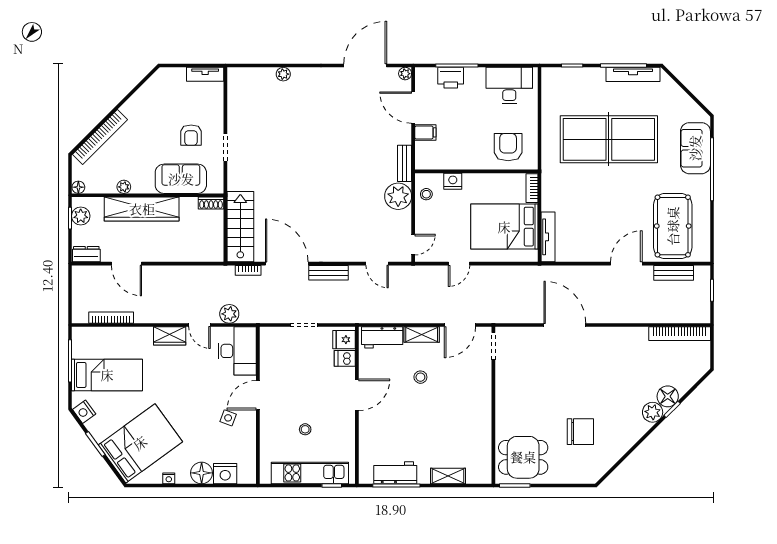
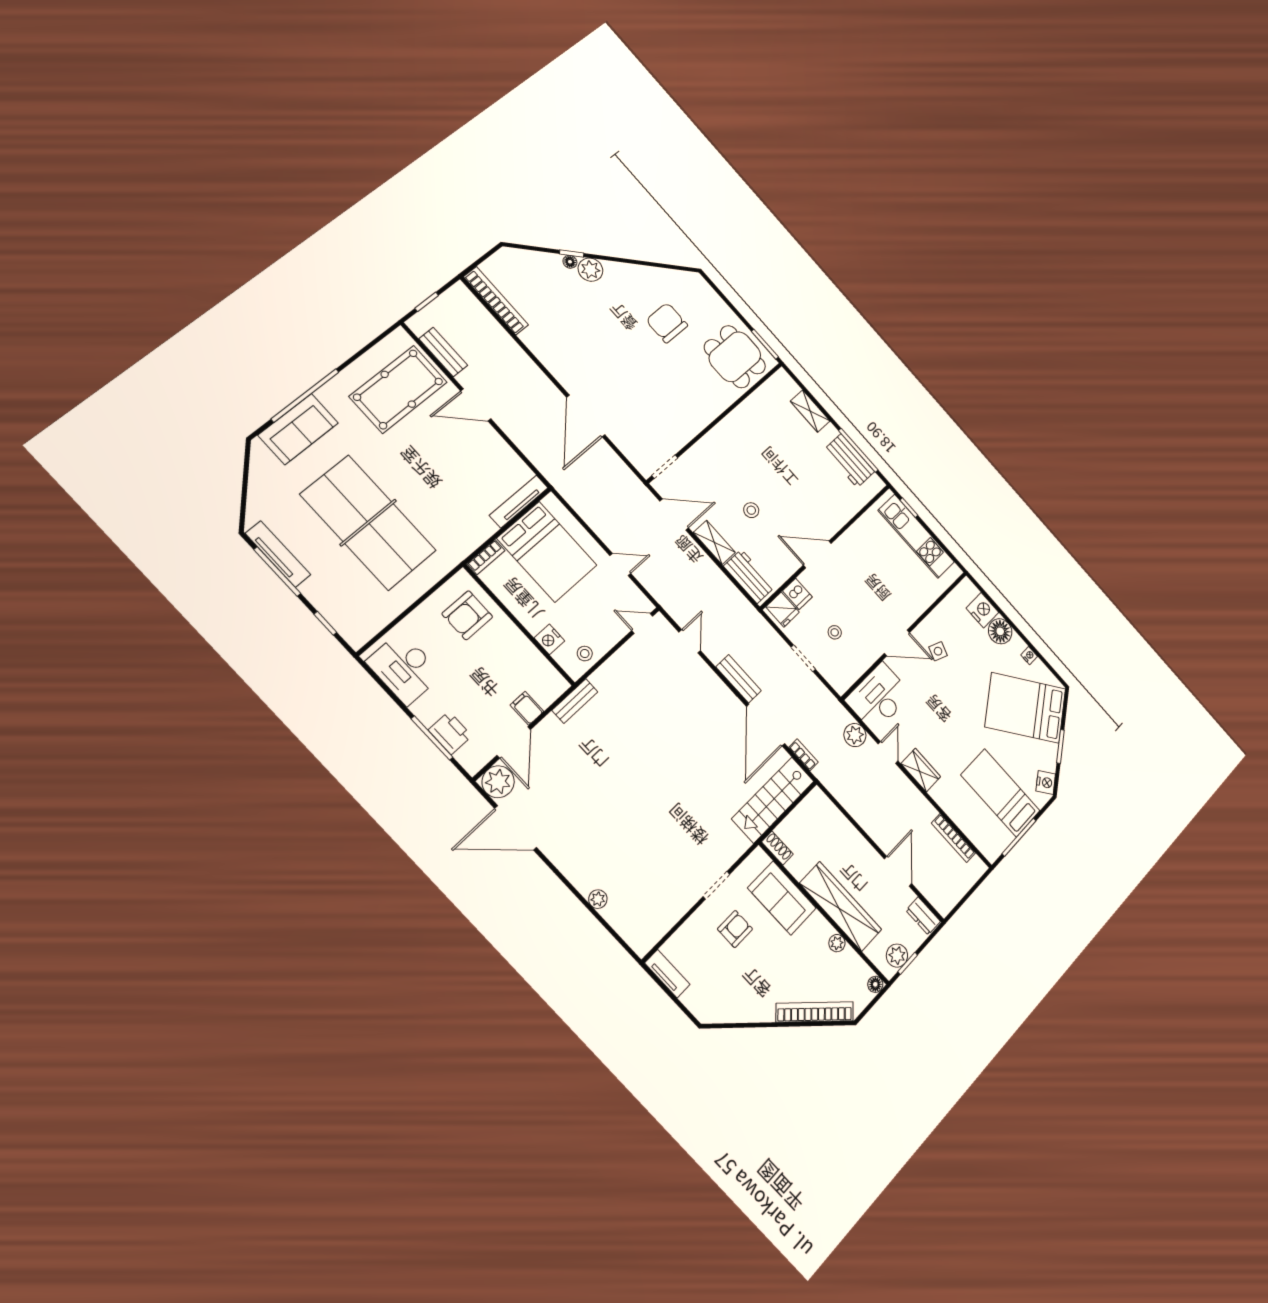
plant: (405, 74) -> (498, 782), width x1.87, depth x1.87
plant: (398, 196) -> (611, 679), removed
floor lamp: (668, 396) -> (570, 262), width x0.53, depth x0.53
stool: (305, 429) -> (835, 632), moved

